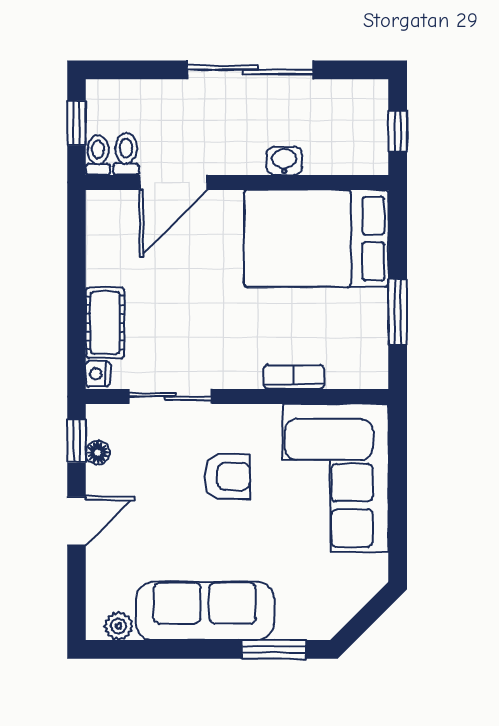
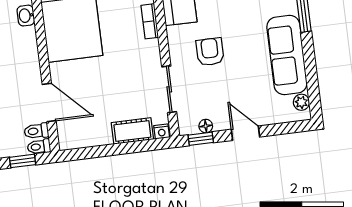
washbasin: (284, 161) -> (26, 16), moved

